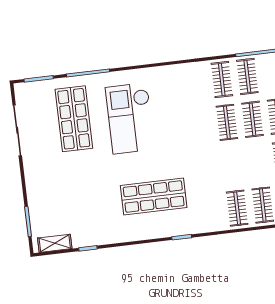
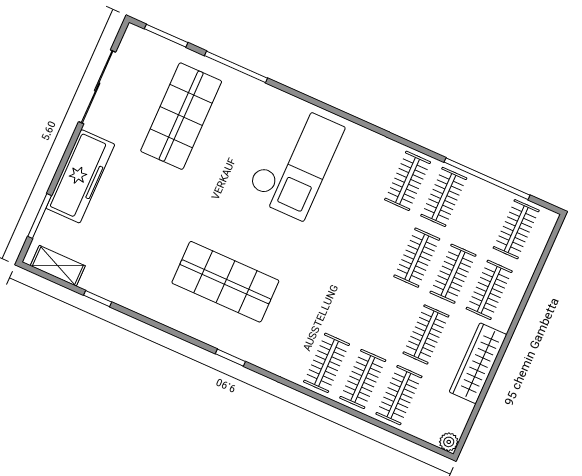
checkout: (130, 118) -> (295, 161), moved, turned 180
clothes rail: (227, 122) -> (381, 242), removed
freezer: (38, 186) -> (80, 176), added

